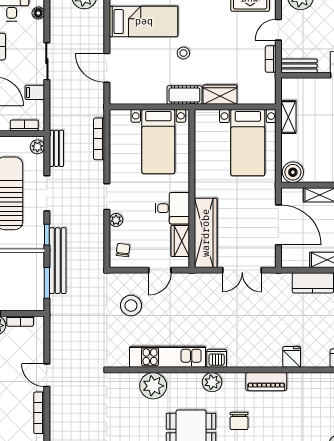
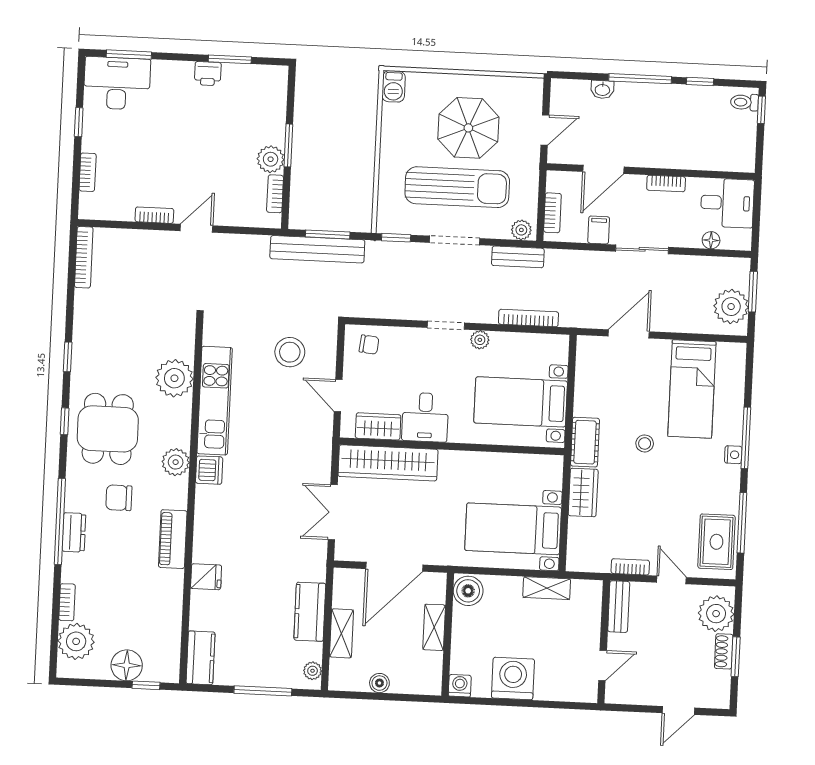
plant: (116, 220) -> (480, 340), moved
bench: (58, 261) -> (317, 249), moved
bookcase: (39, 413) -> (154, 215), width x0.64

